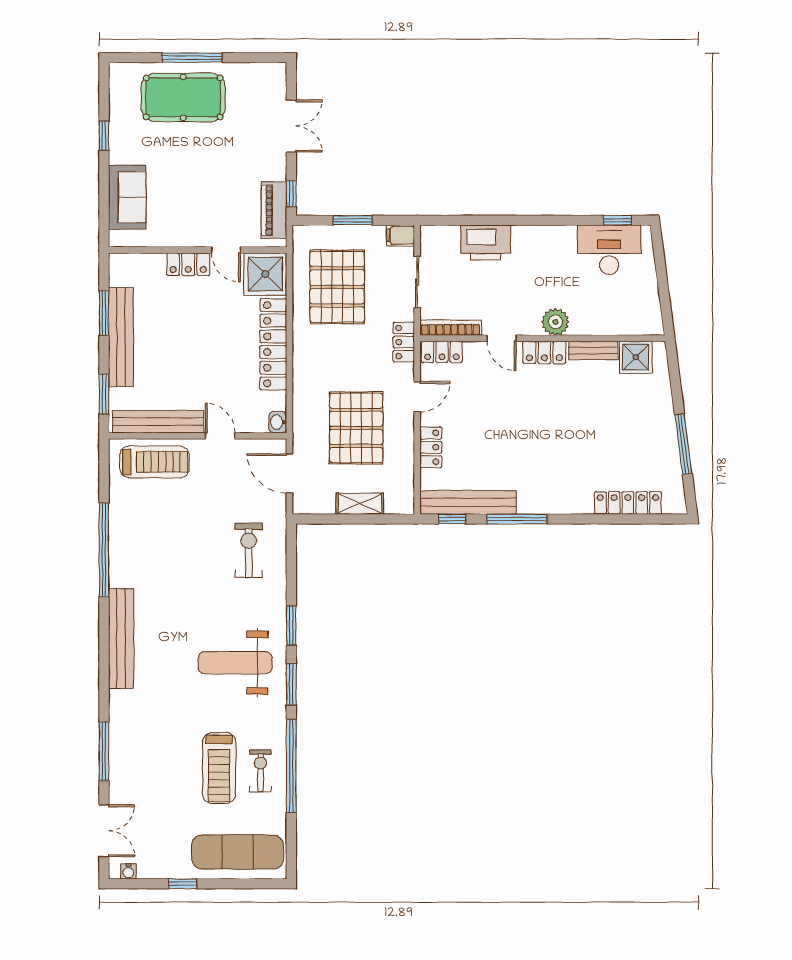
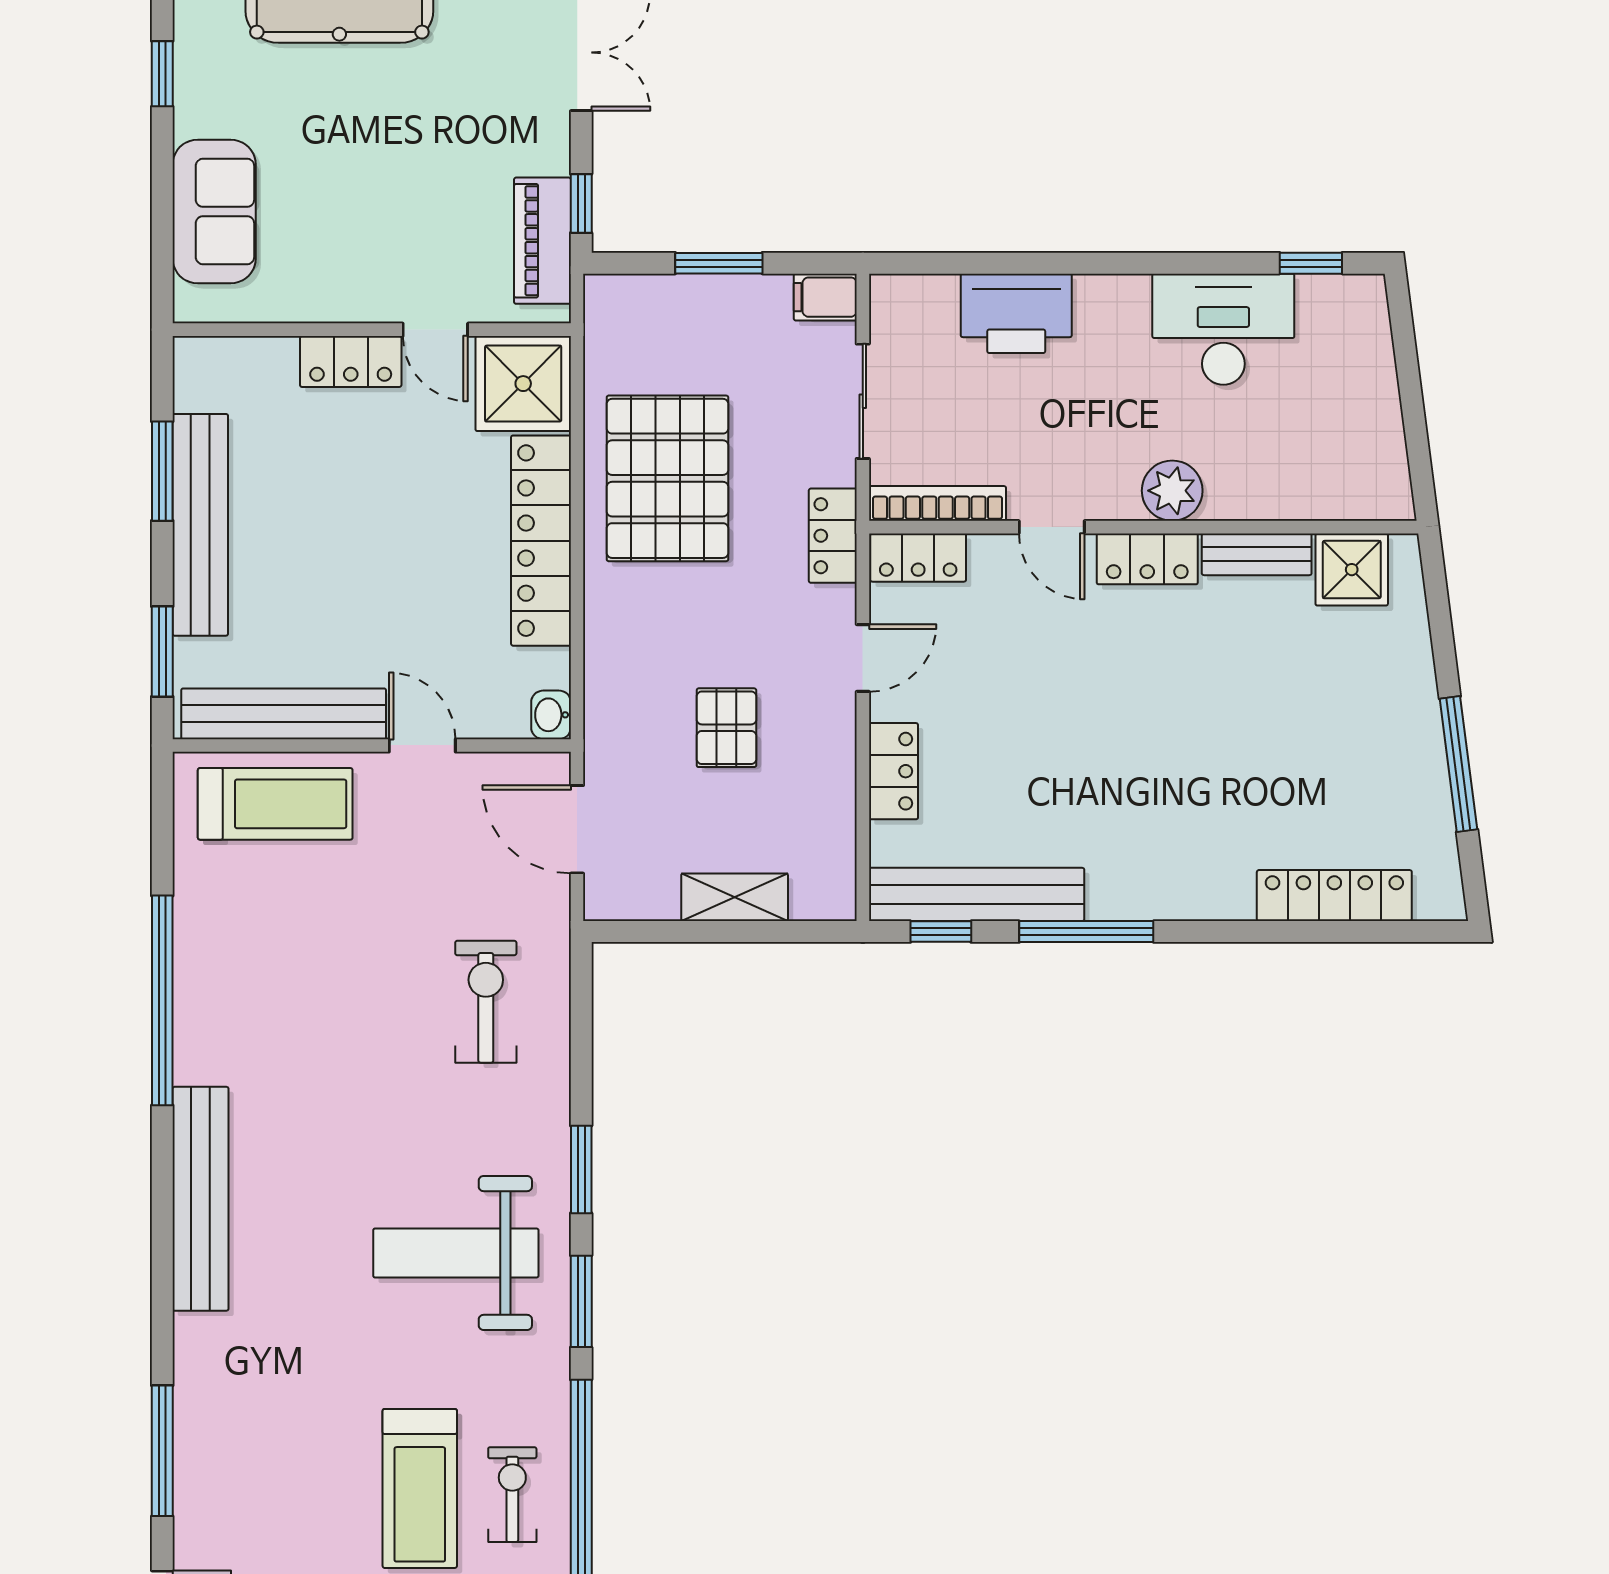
desk: (609, 250) -> (1223, 329), moved
pallet: (337, 287) -> (667, 478), moved
pallet: (356, 428) -> (726, 728), width x0.49, depth x0.50

